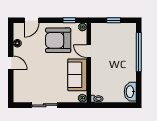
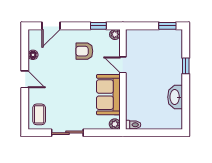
window: (114, 20) -> (167, 26), moved
armchair: (58, 40) -> (84, 51), width x0.53, depth x0.53
window: (139, 52) -> (186, 66), width x0.32
coffee table: (22, 91) -> (39, 114), added
washbasin: (130, 92) -> (175, 97), moved

